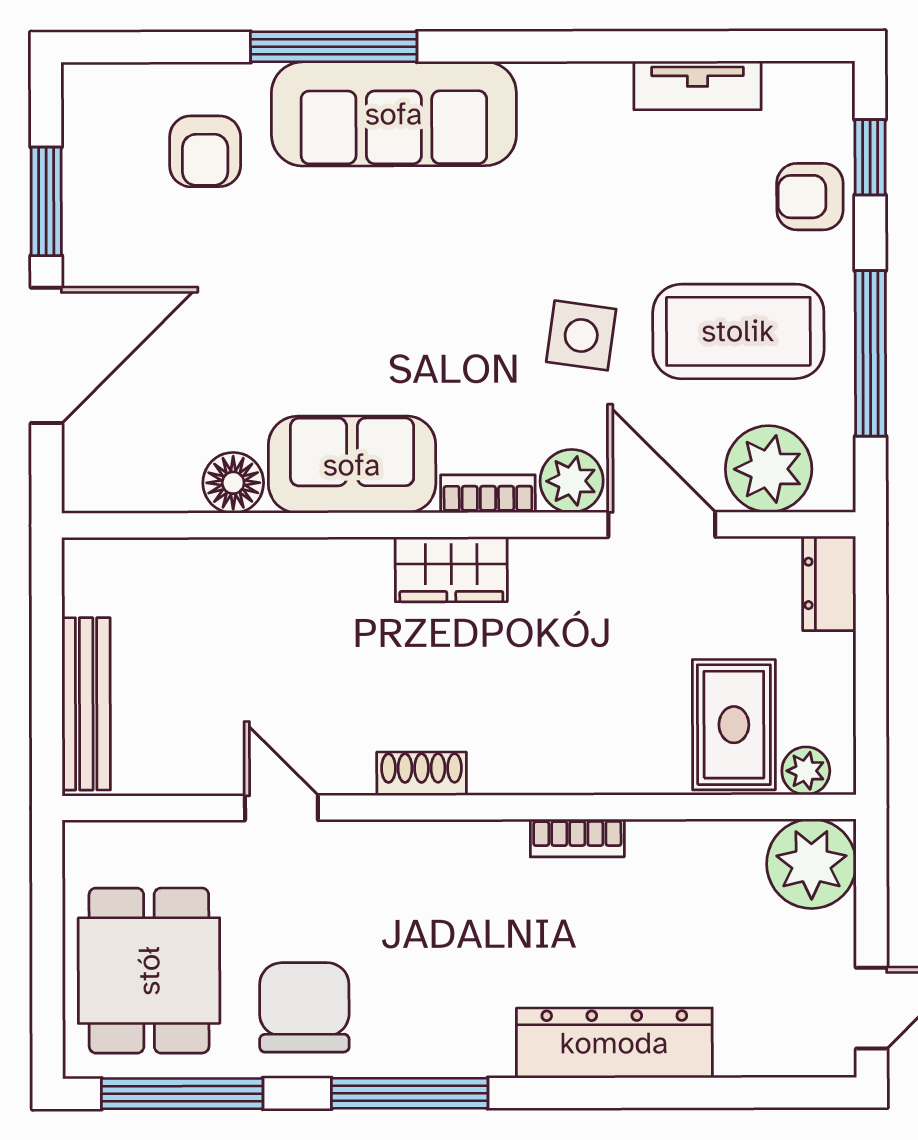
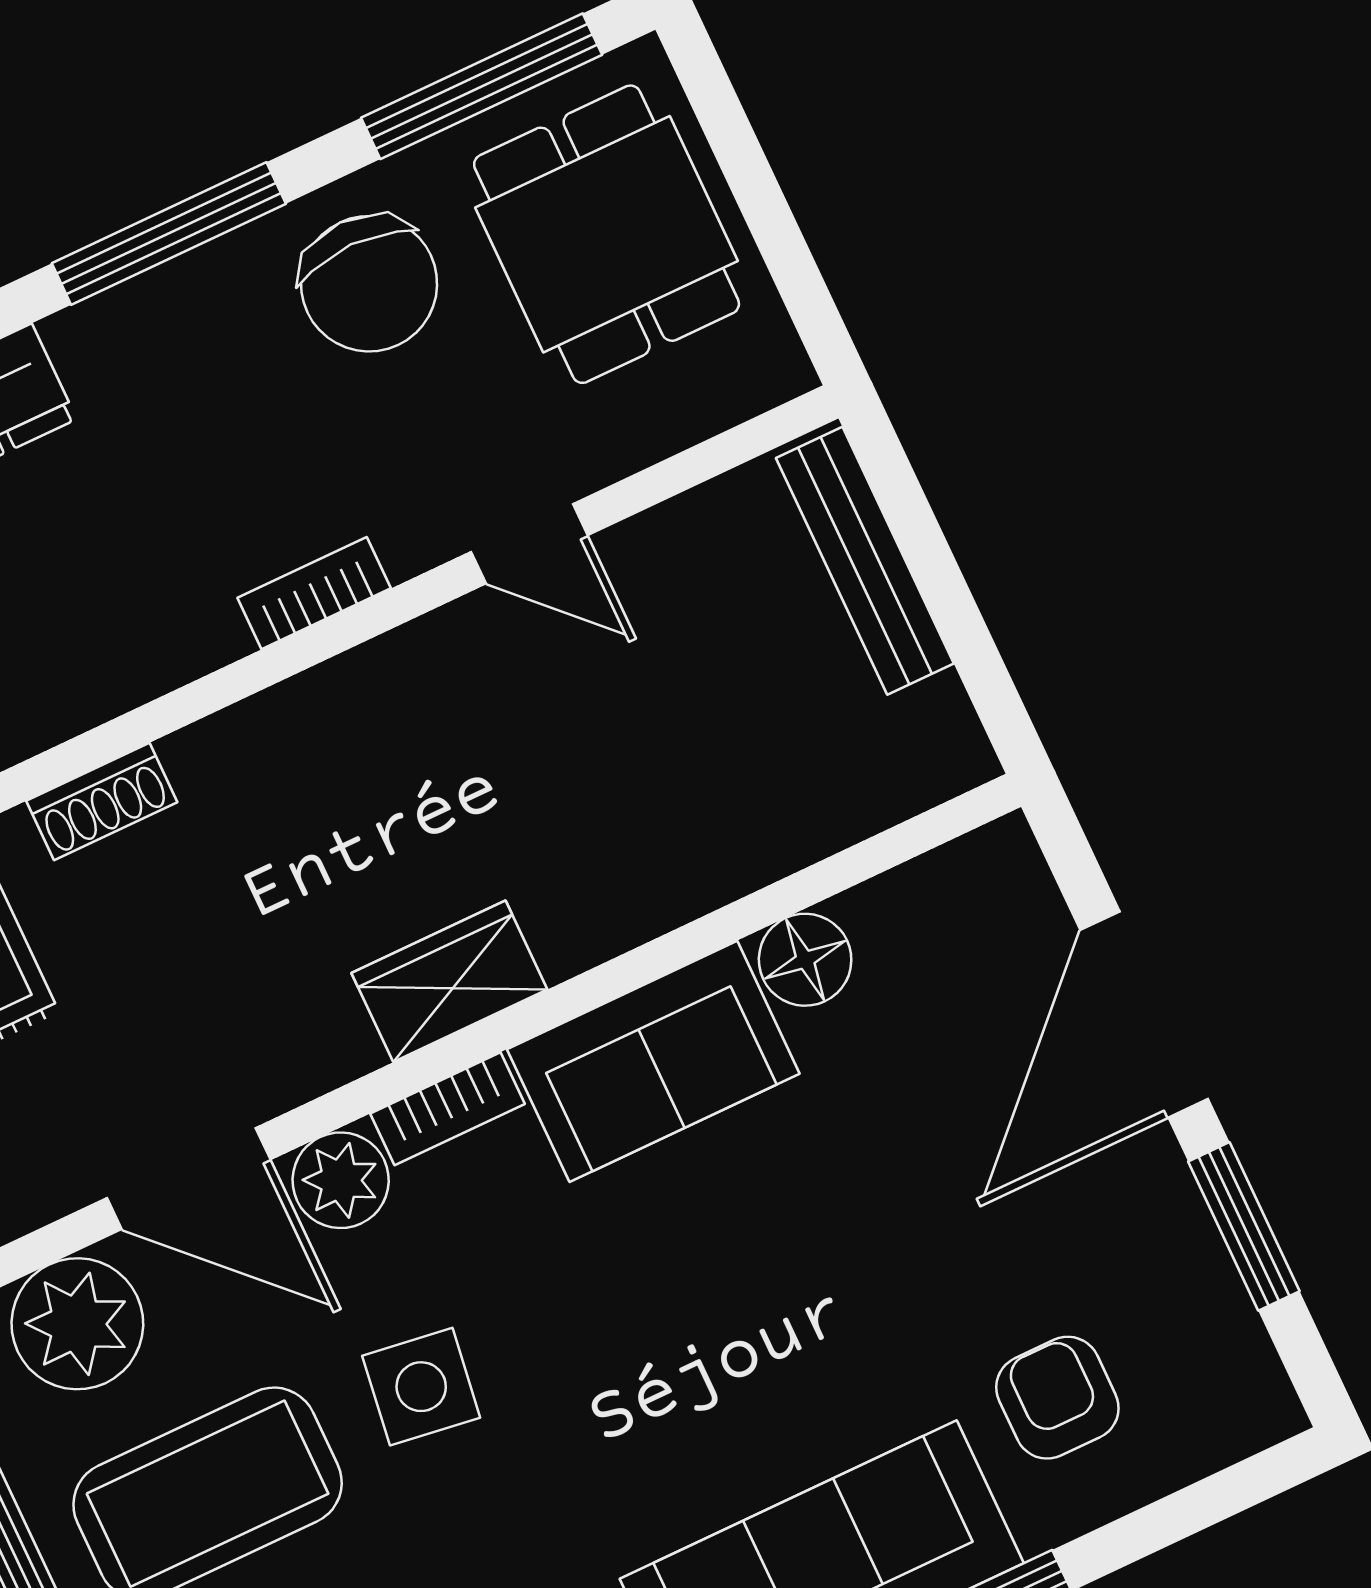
shoe rack: (422, 774) -> (102, 802), moved
bookcase: (577, 838) -> (314, 593), moved

